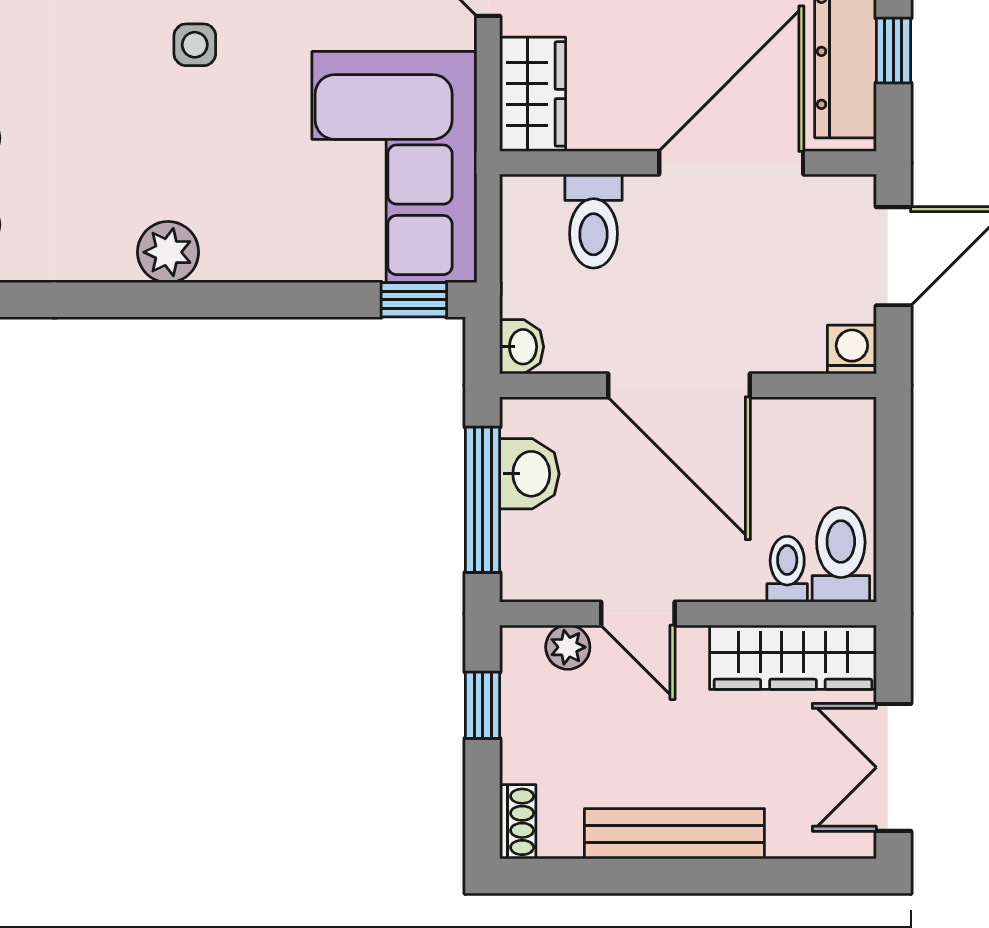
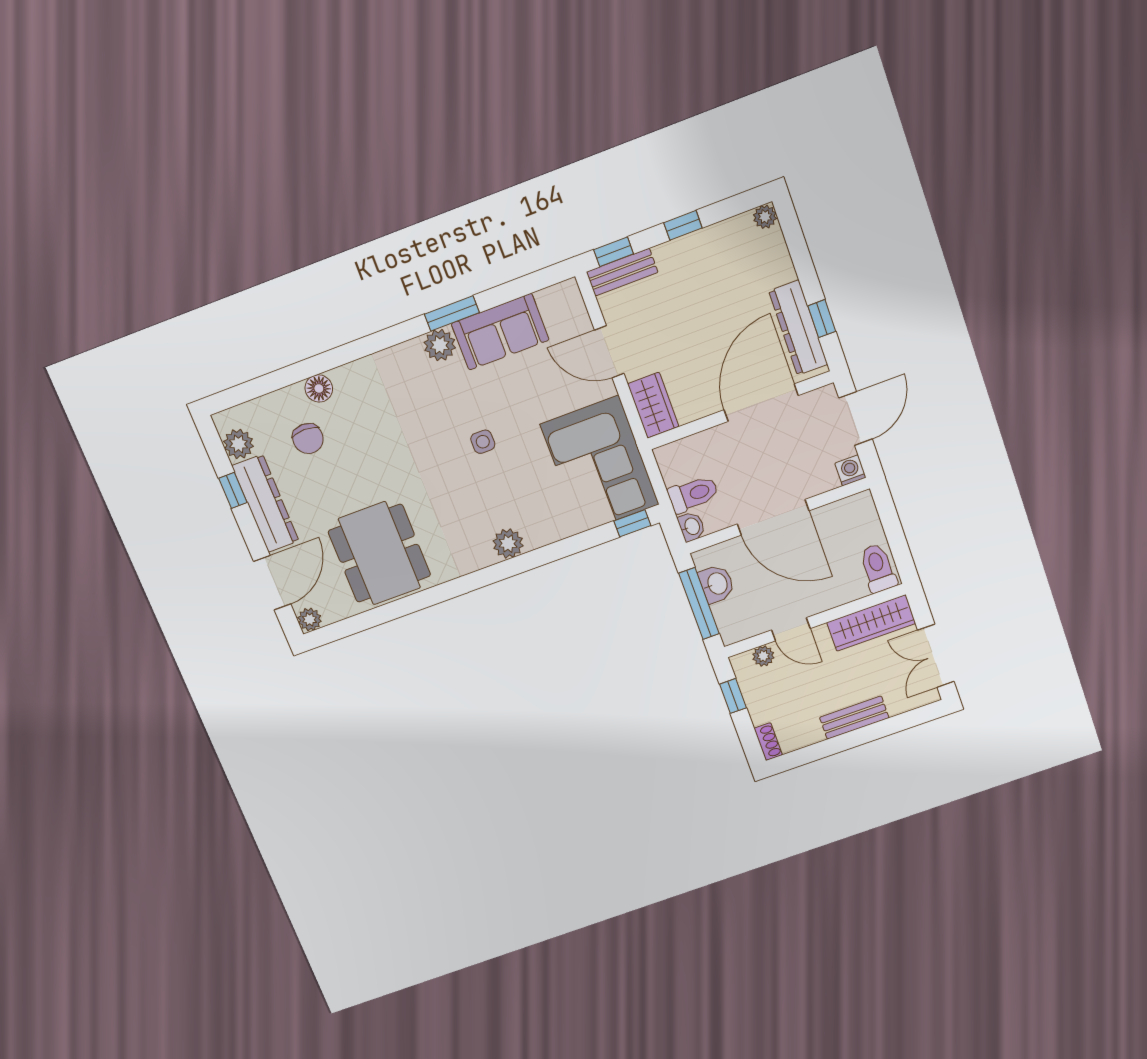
toilet: (594, 221) -> (693, 494), moved, turned -90
toilet: (787, 569) -> (855, 584), removed
bench: (674, 834) -> (854, 718), width x0.73

